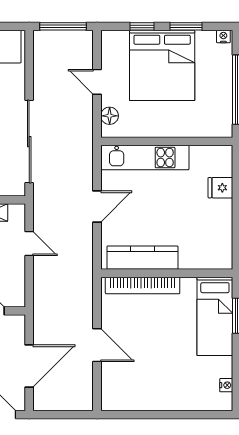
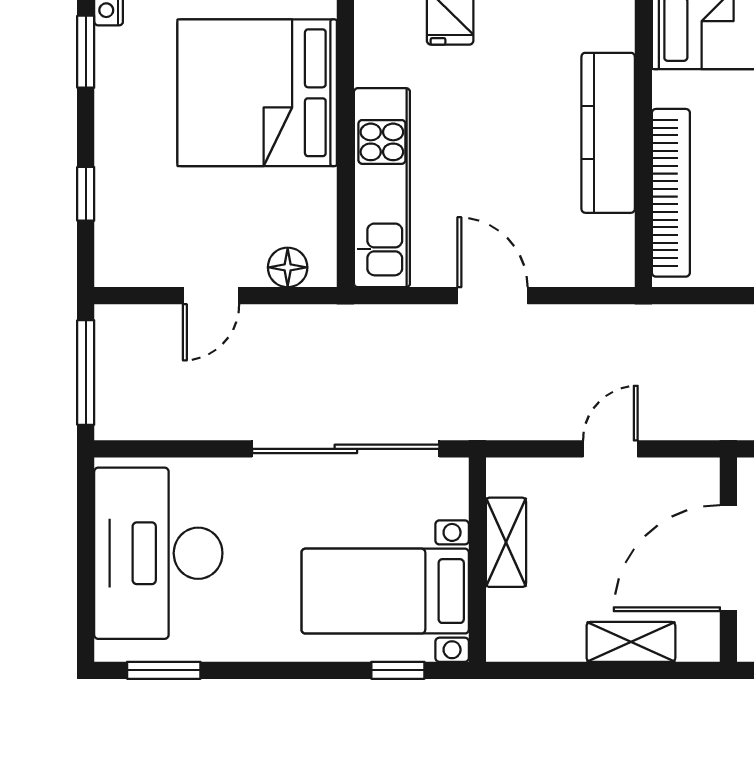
window: (186, 26) -> (86, 52), moved
bed: (162, 65) -> (257, 93), moved, turned 180
door: (29, 244) -> (610, 449), moved
kitchen counter: (142, 258) -> (608, 133), moved

